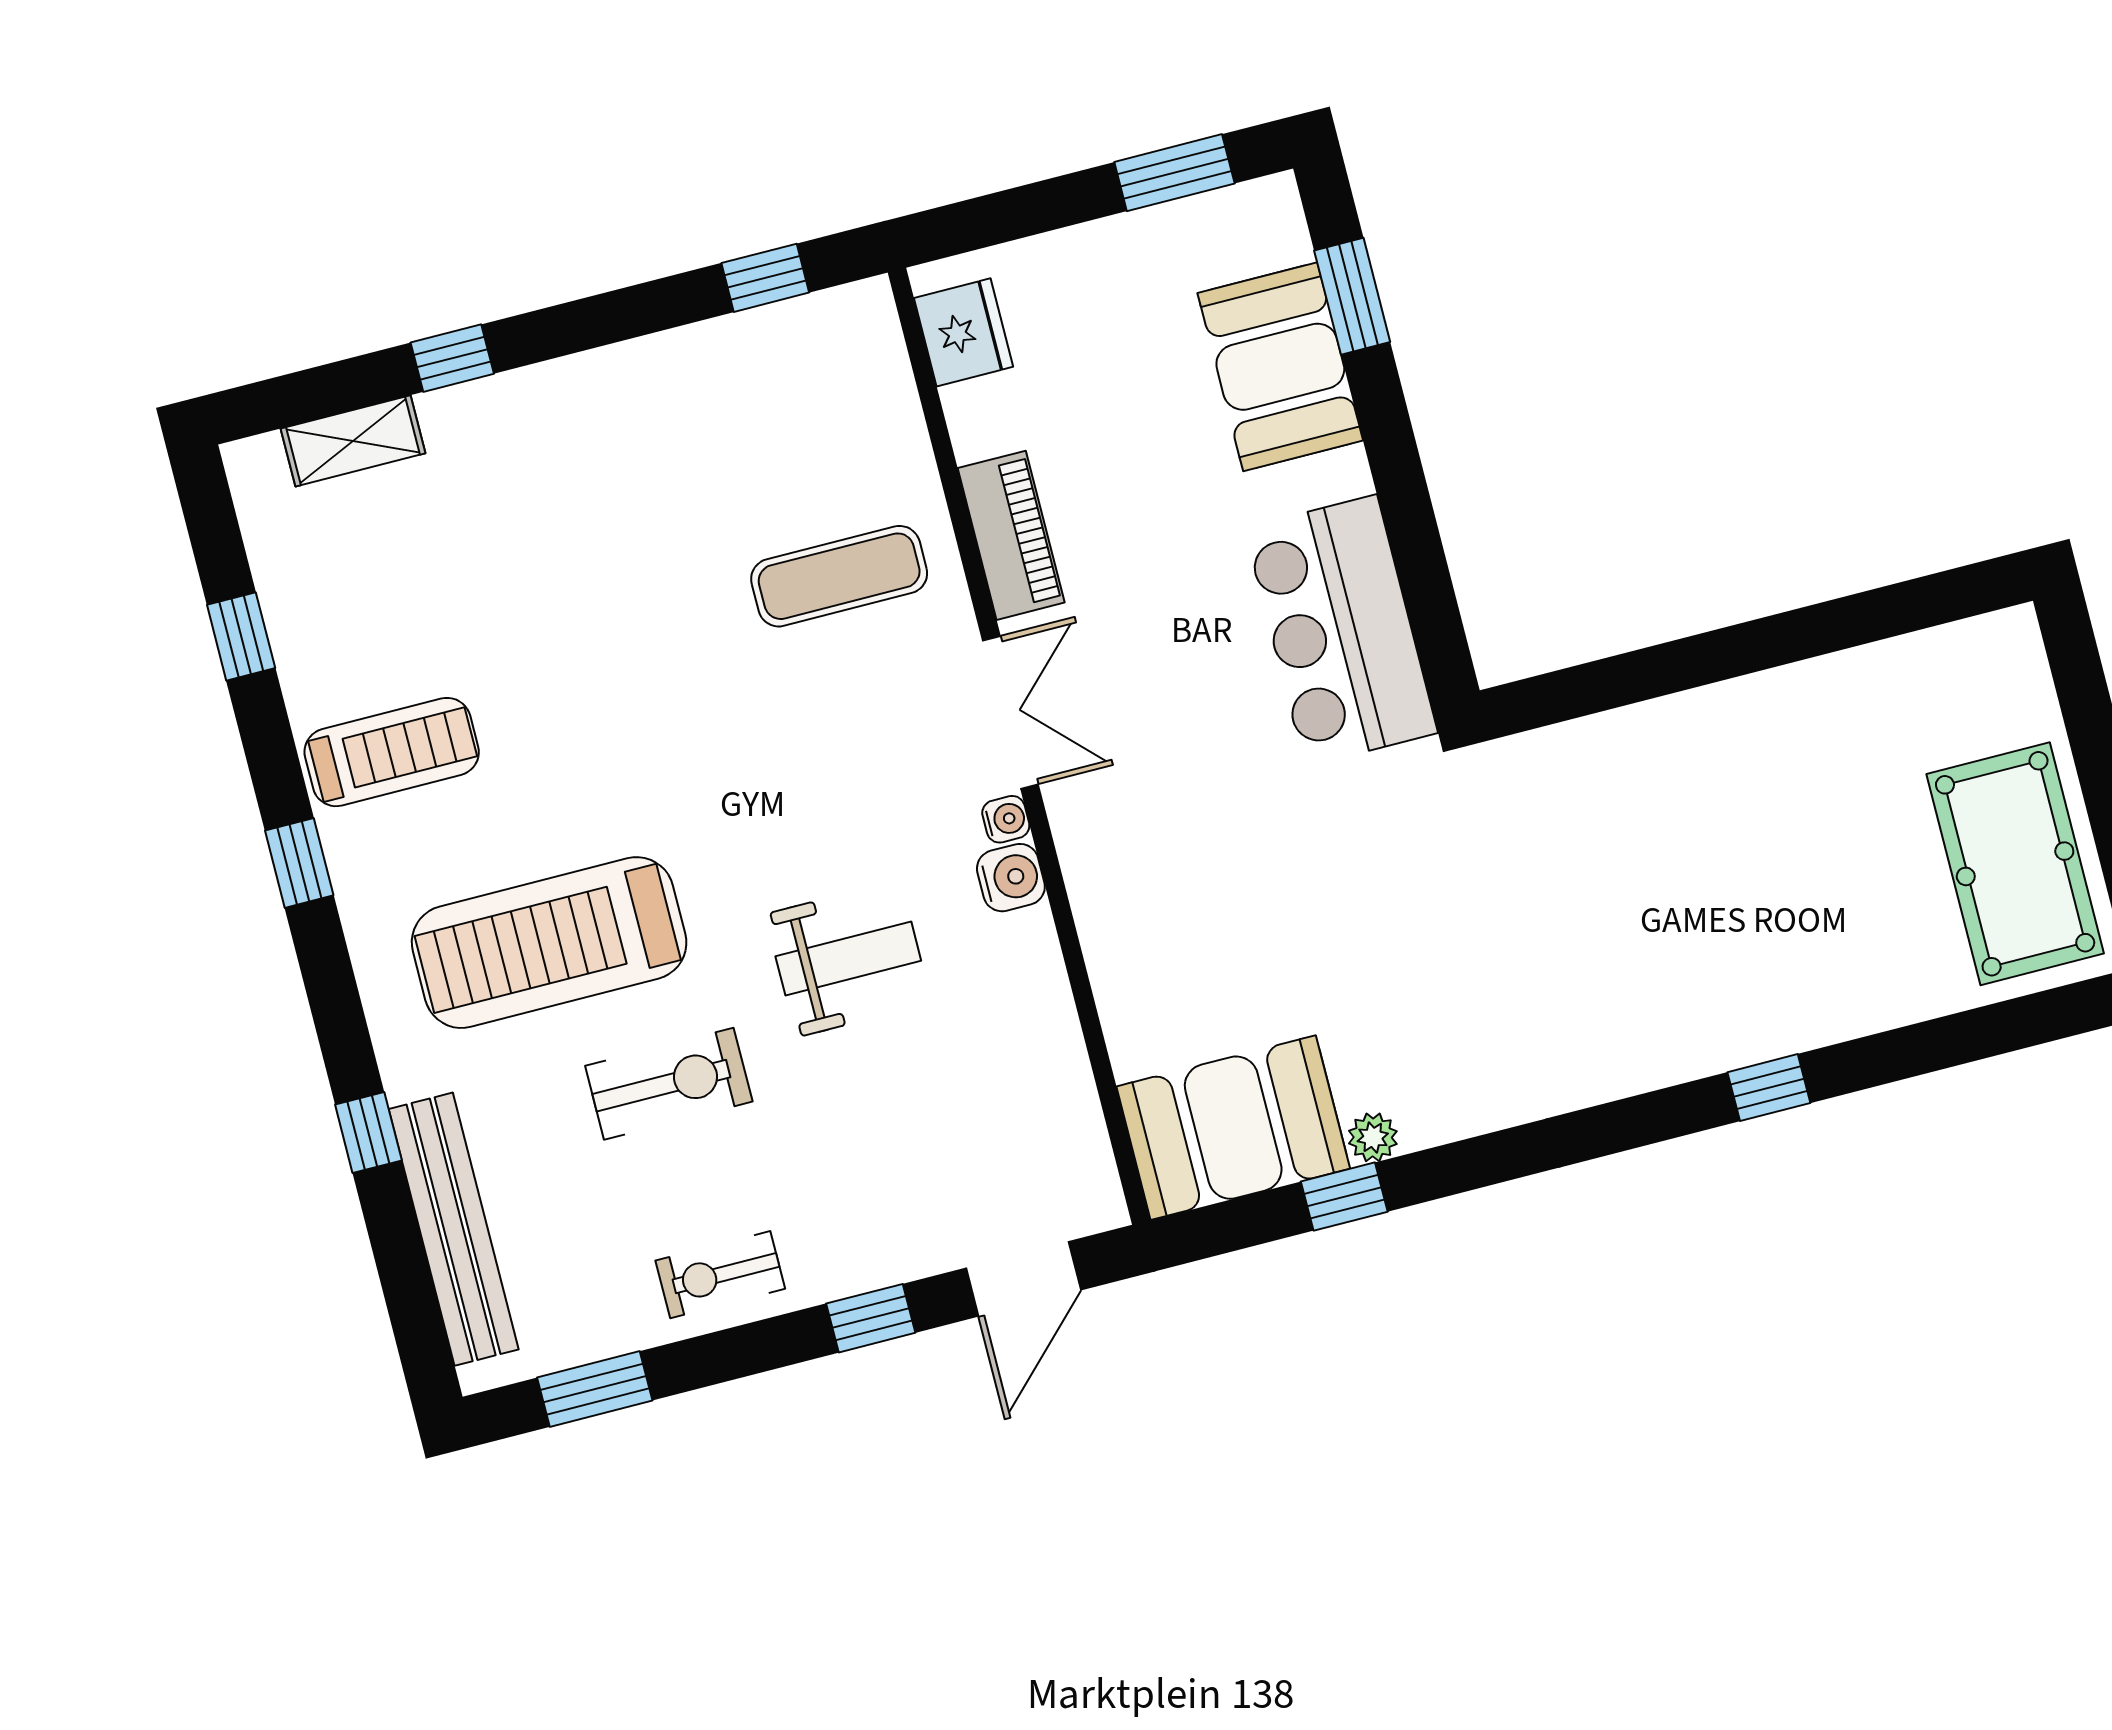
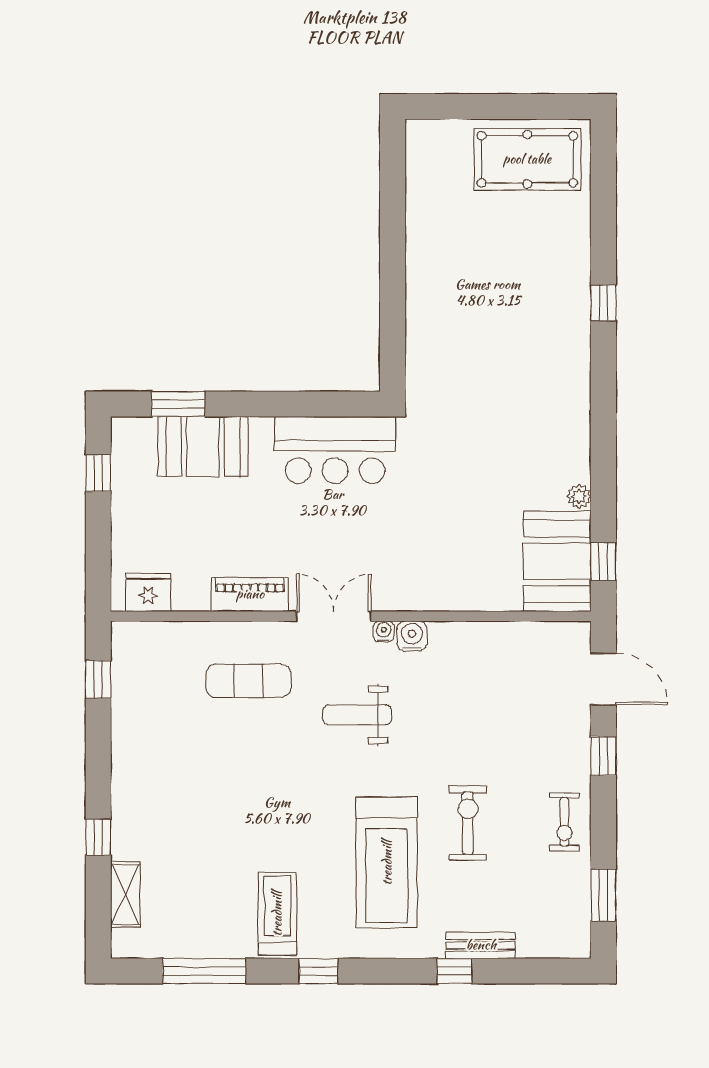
window: (1174, 173) -> (98, 473), width x0.67
exercise mat: (839, 576) -> (248, 681), turned 90
window: (241, 636) -> (204, 971), width x2.17
weight bench: (848, 959) -> (357, 715), moved, turned -90
window: (1344, 1197) -> (603, 562), moved
bench: (454, 1229) -> (481, 945), width x0.54, depth x0.82

